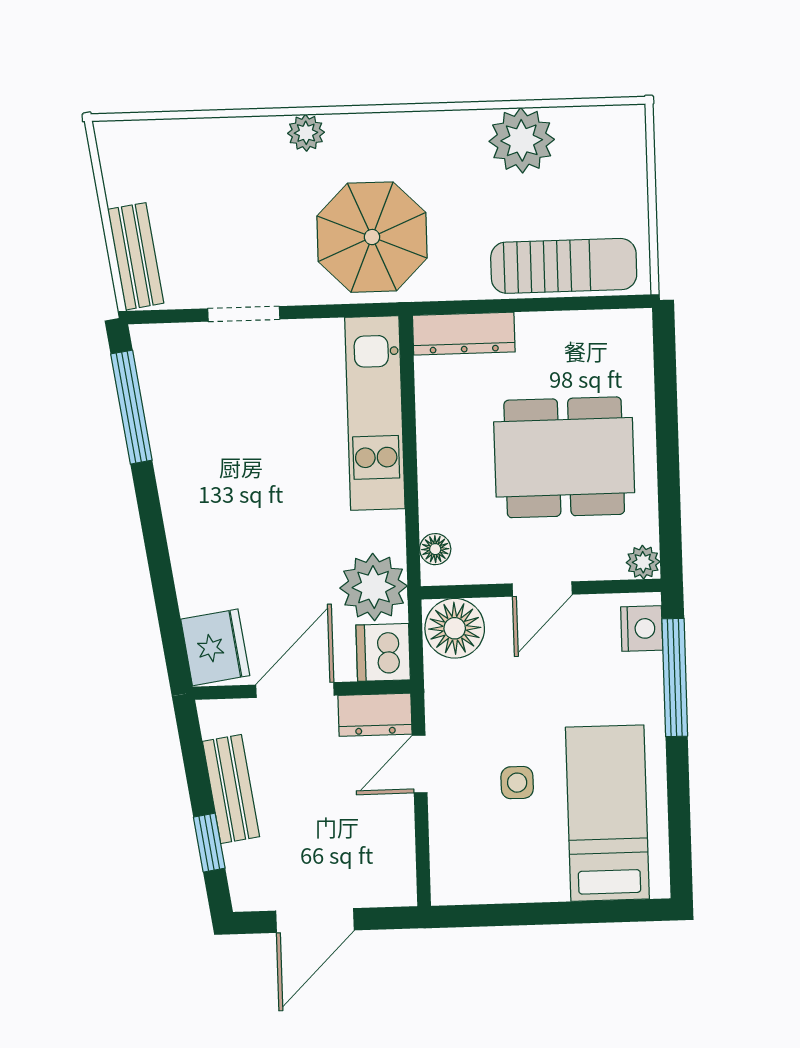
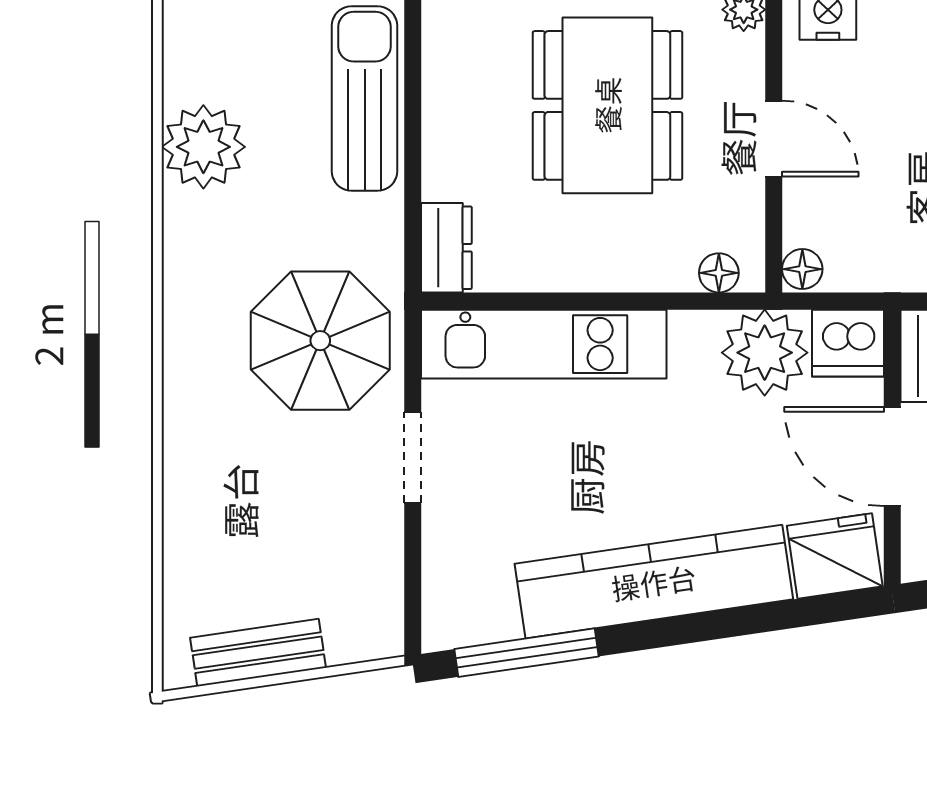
plant: (306, 133) -> (185, 420), removed
bench: (136, 256) -> (258, 653), moved
doorway: (244, 314) -> (413, 458), moved
dresser: (464, 334) -> (446, 248), width x0.70
kitchen counter: (191, 506) -> (654, 582), added
floor lamp: (455, 628) -> (802, 269), width x0.53, depth x0.53

